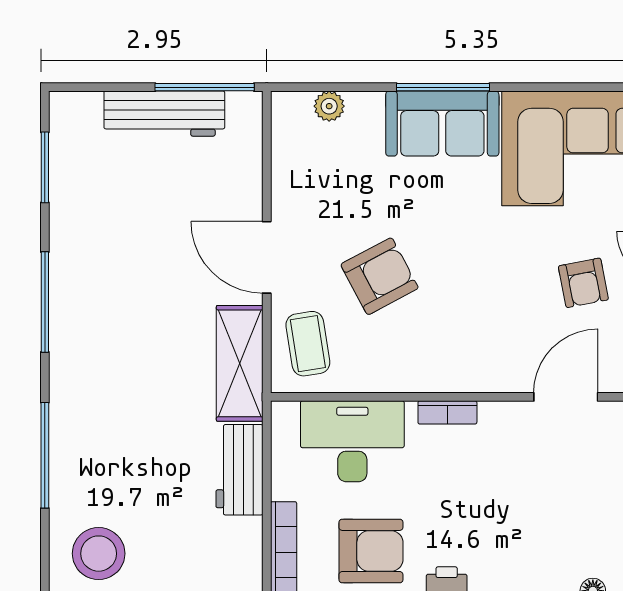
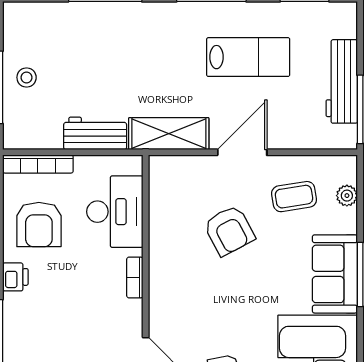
lab bench: (129, 249) -> (248, 57), added
coffee table: (308, 344) -> (294, 197), moved
stool: (99, 554) -> (27, 77), moved, width x0.53, depth x0.53

